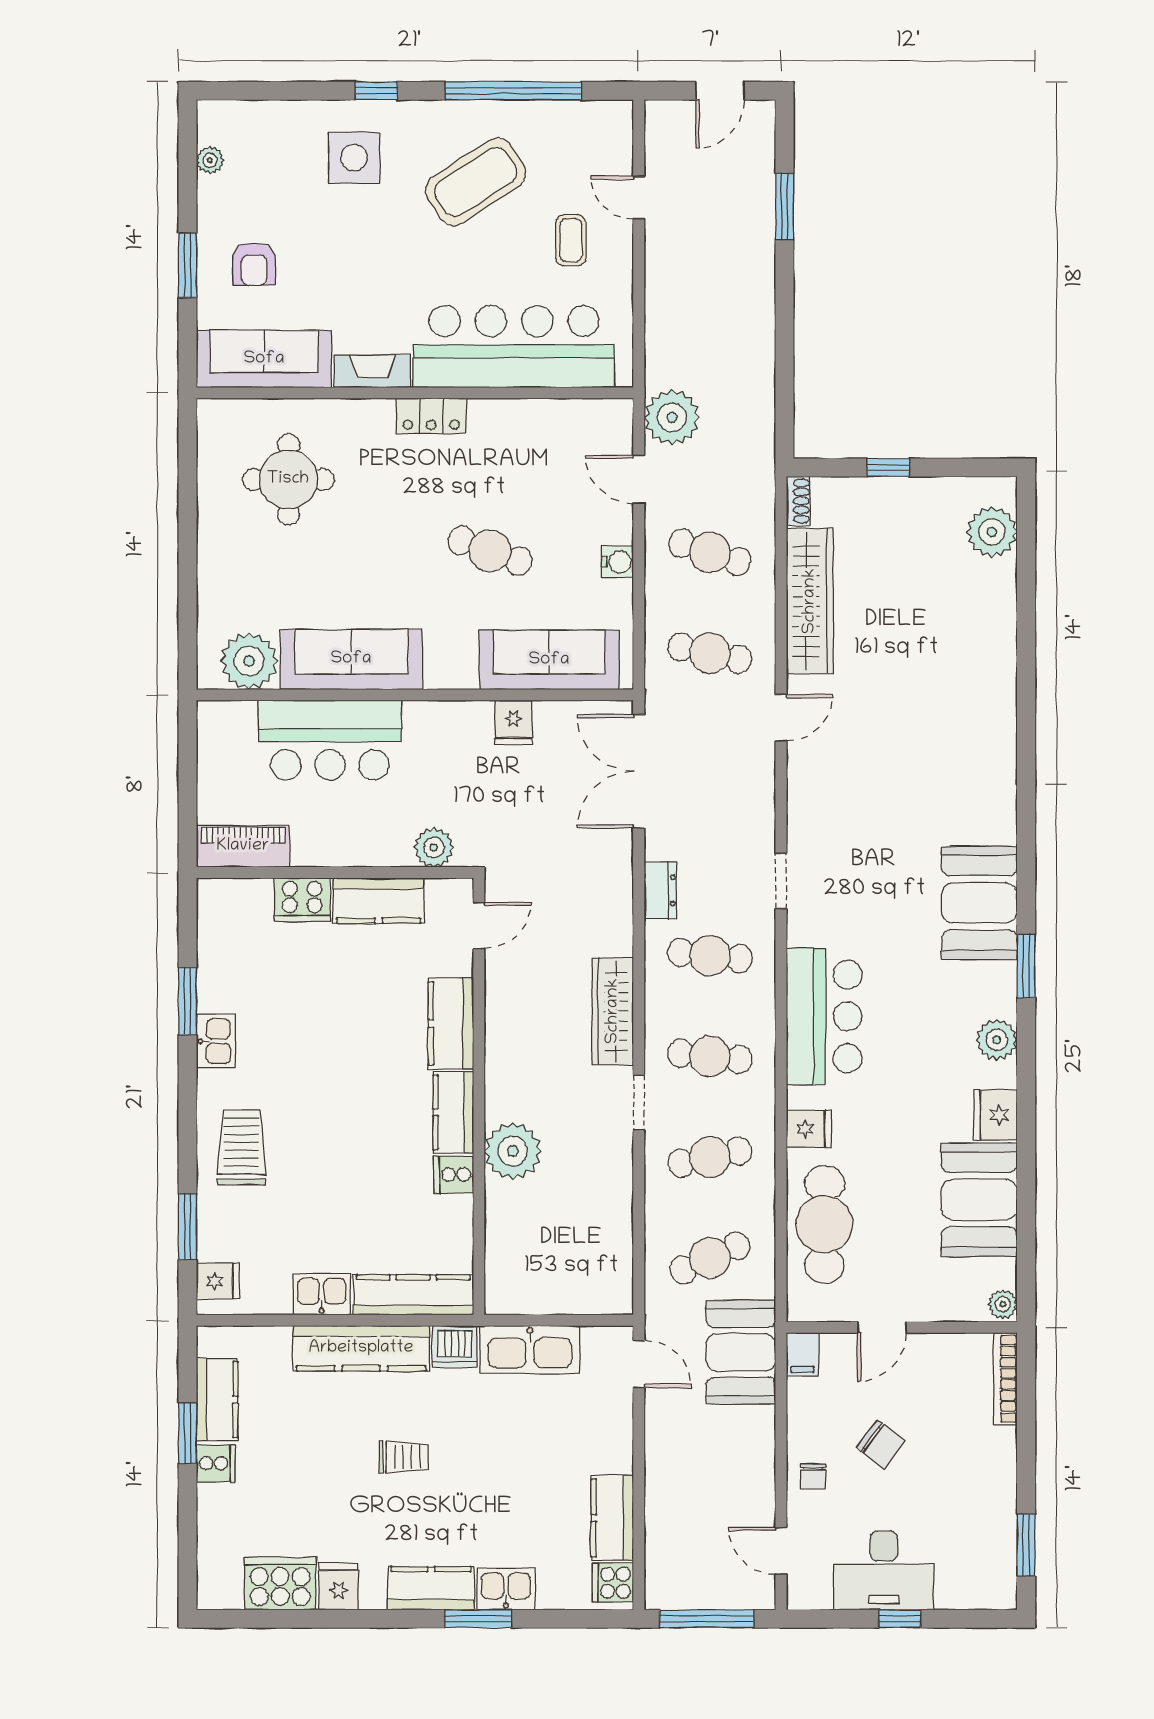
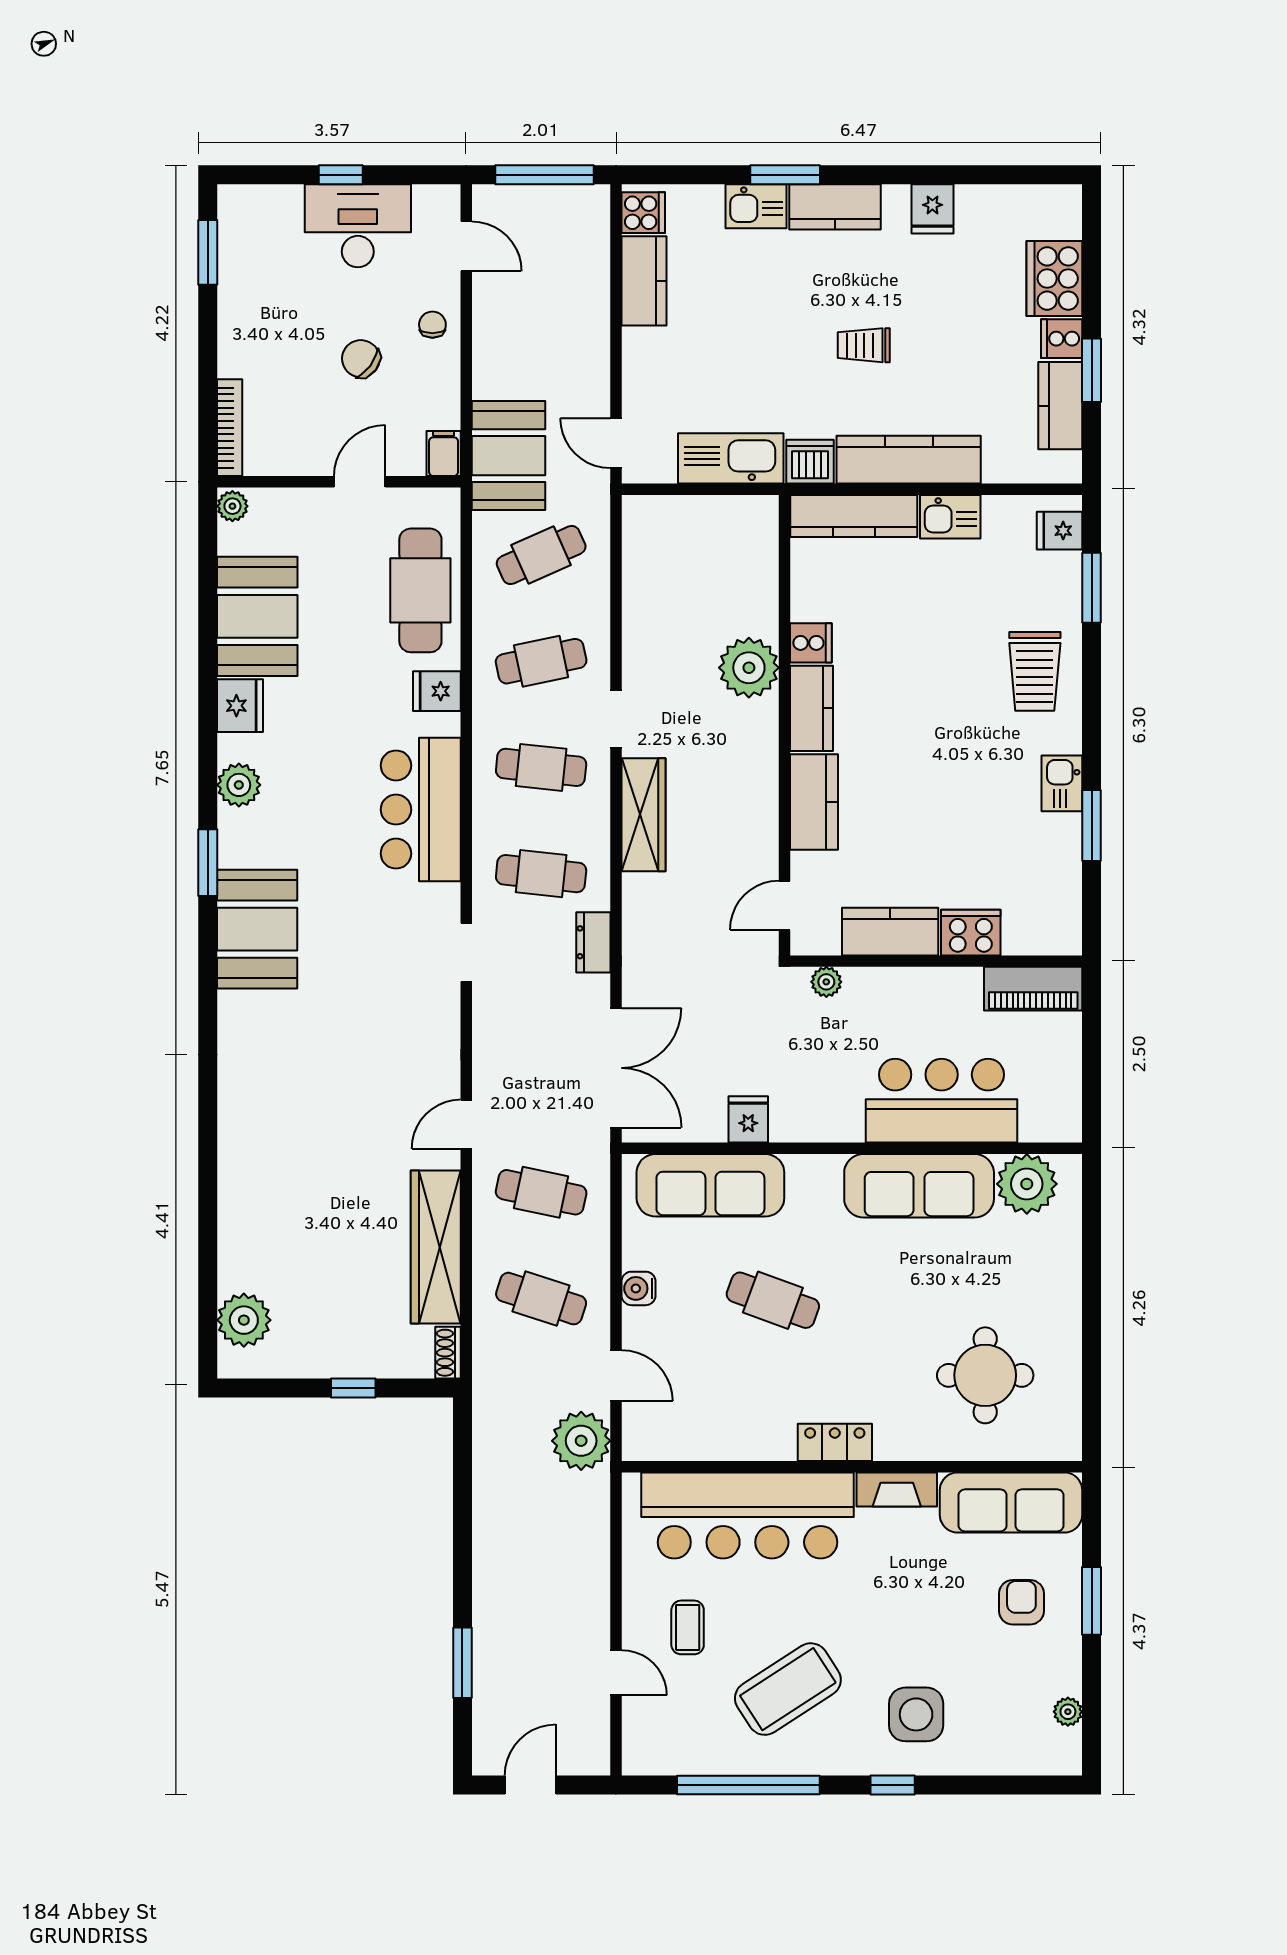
plant: (434, 847) -> (826, 982), width x0.73, depth x0.73
cooker: (280, 1583) -> (1054, 279), moved, turned 90

